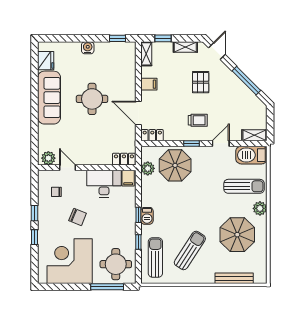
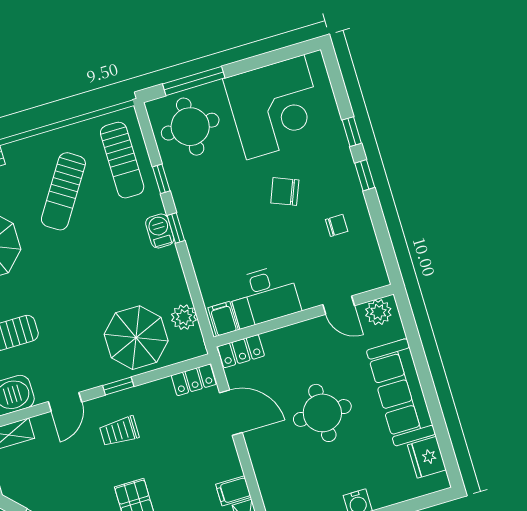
filing cabinet: (149, 84) -> (233, 491), moved
plant: (48, 158) -> (378, 312), moved
locker: (124, 159) -> (241, 351), moved
door: (67, 168) -> (339, 305), moved
wall: (87, 168) -> (304, 316), moved
filing cabinet: (128, 178) -> (223, 319), moved
desk: (104, 184) -> (264, 296), moved

